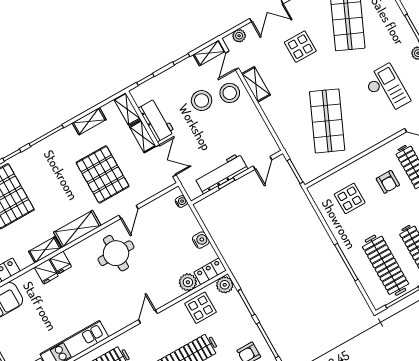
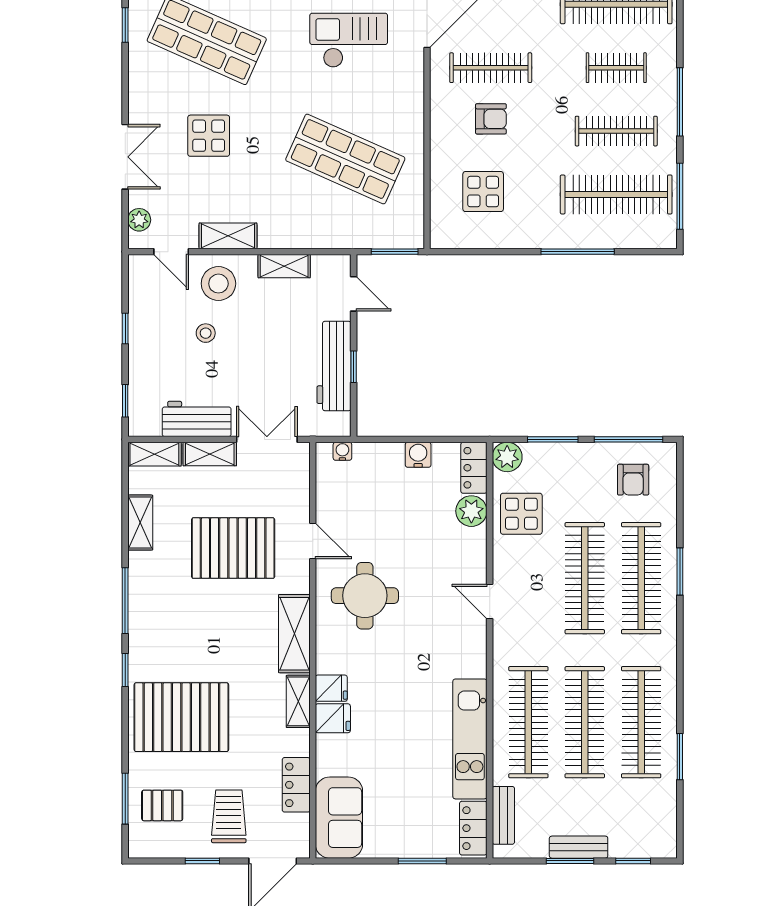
shelving: (209, 53) -> (284, 266), moved, turned 90
stool: (202, 101) -> (206, 333), width x0.53, depth x0.53

